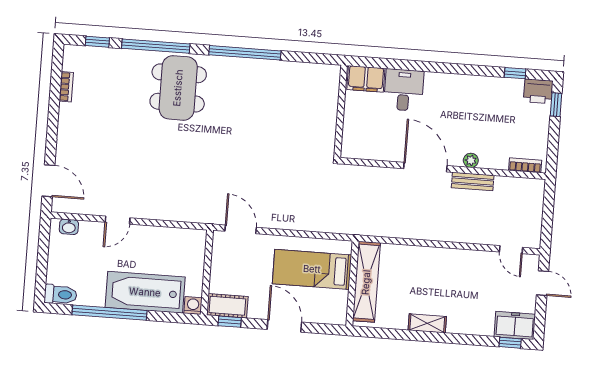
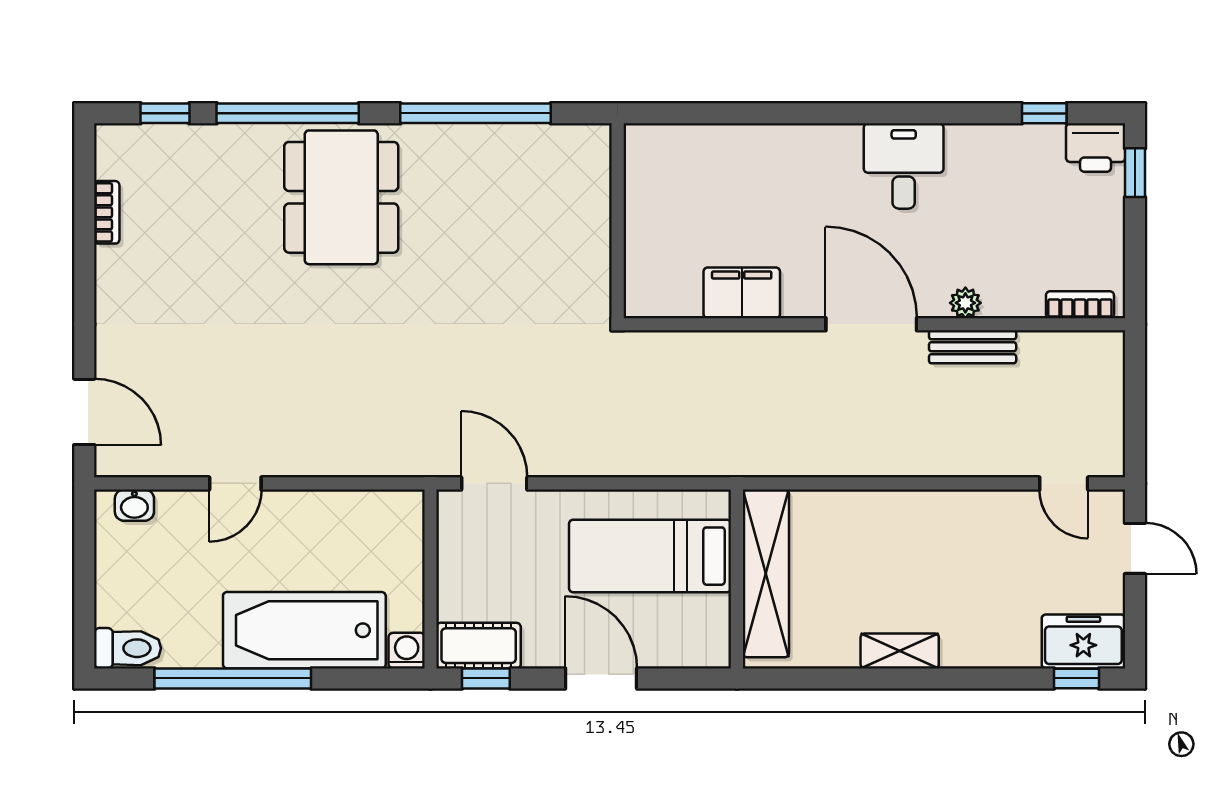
filing cabinet: (366, 79) -> (742, 293), moved, turned 180
desk: (404, 90) -> (904, 166), moved
wall: (341, 111) -> (618, 221), moved

